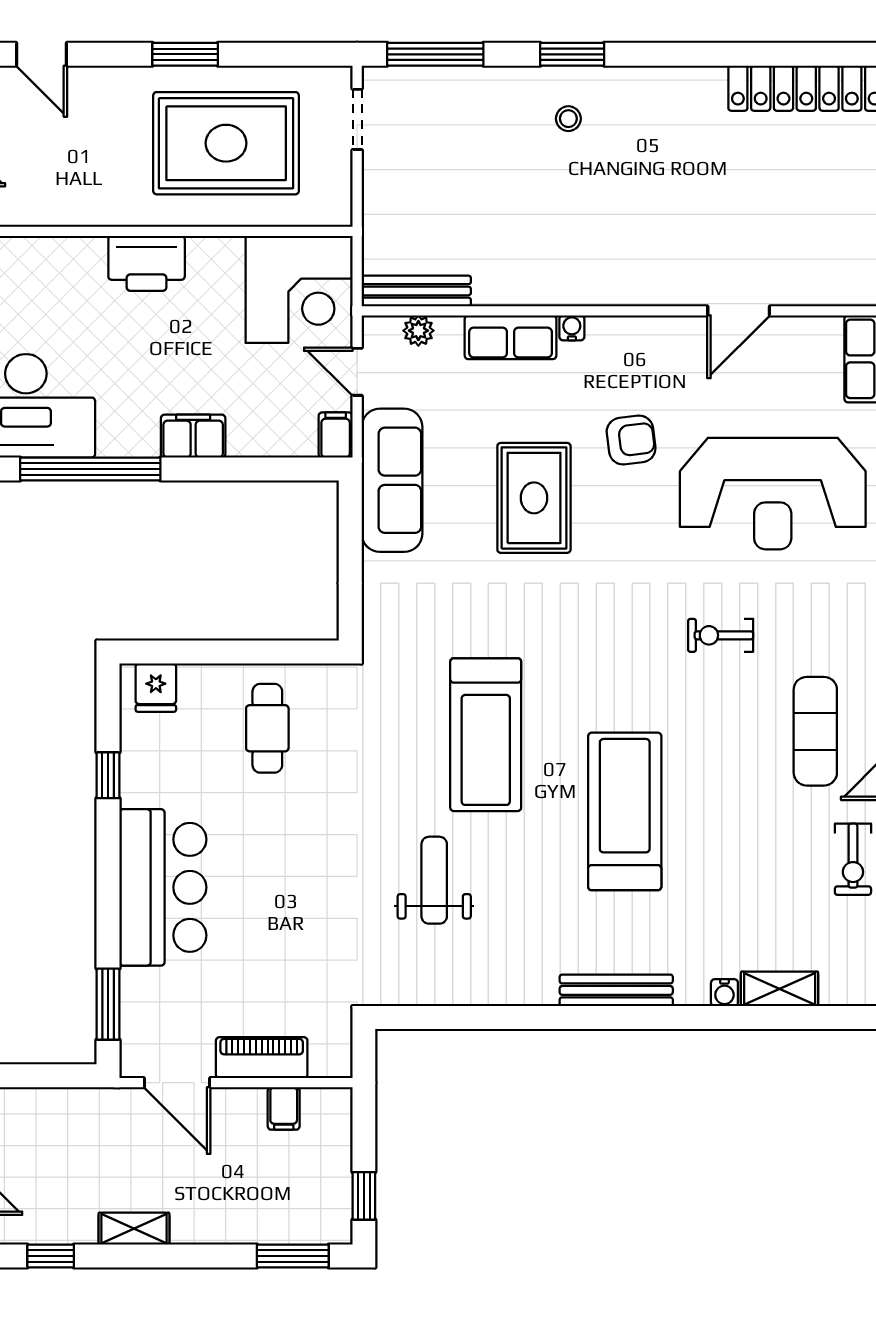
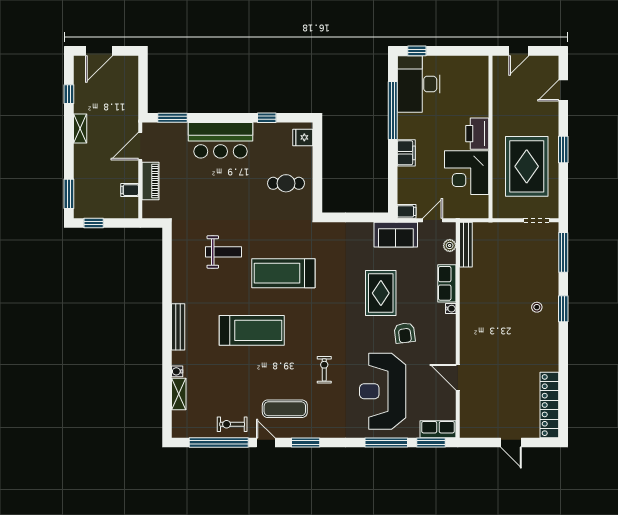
corner desk: (299, 289) -> (467, 173), moved
sofa: (392, 480) -> (396, 235), width x0.73
rug: (534, 498) -> (381, 293), turned 90

